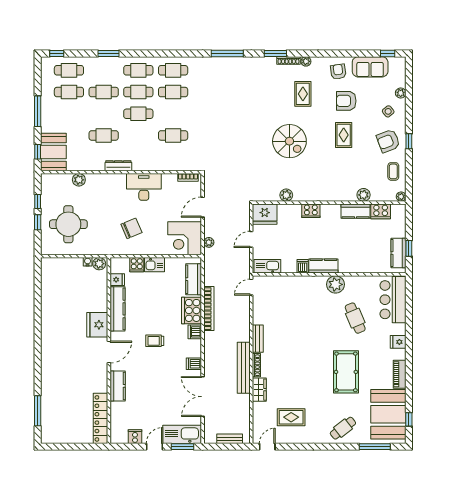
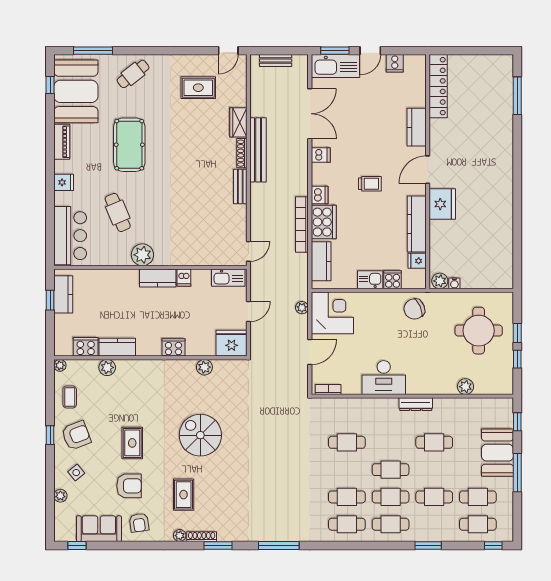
booth: (53, 152) -> (498, 453), moved
chair: (131, 228) -> (414, 309), moved

